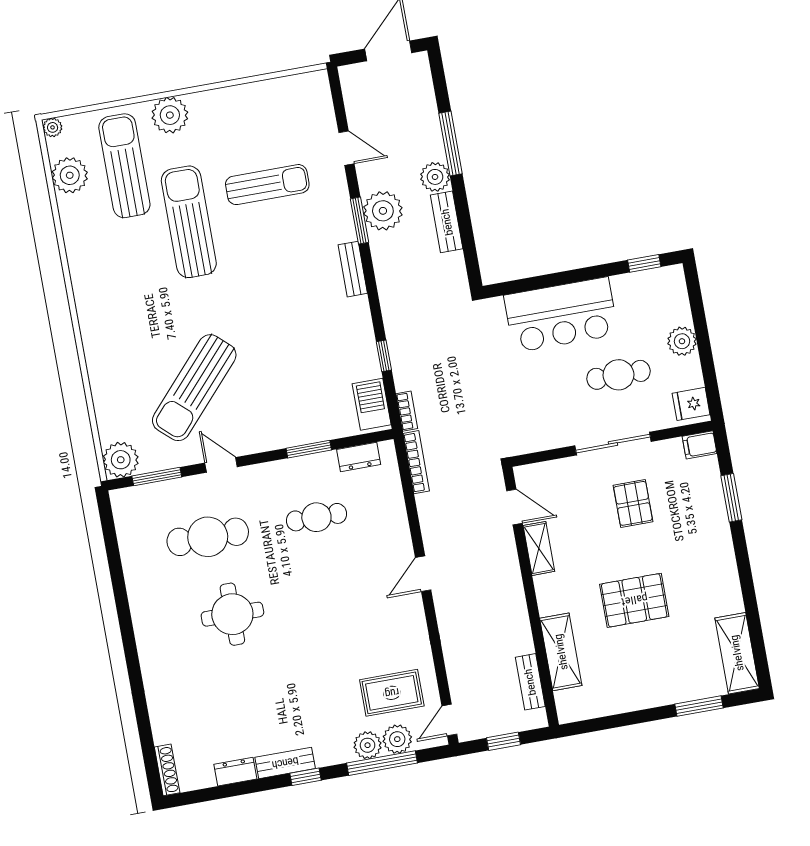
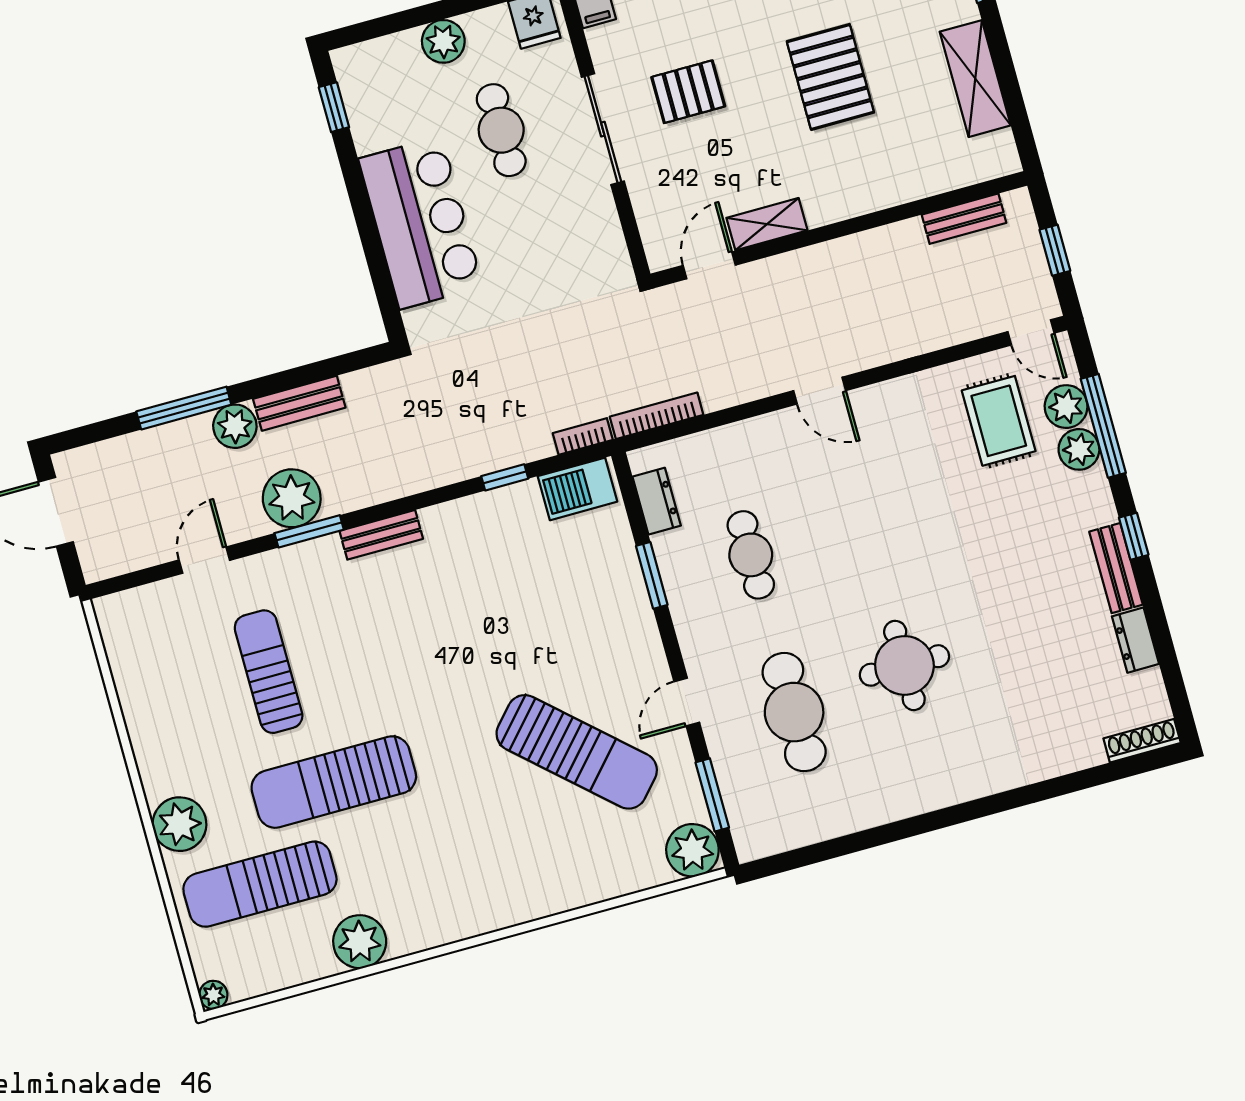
plant: (70, 175) -> (360, 942), moved
shelving: (561, 652) -> (975, 79), moved, turned 90

